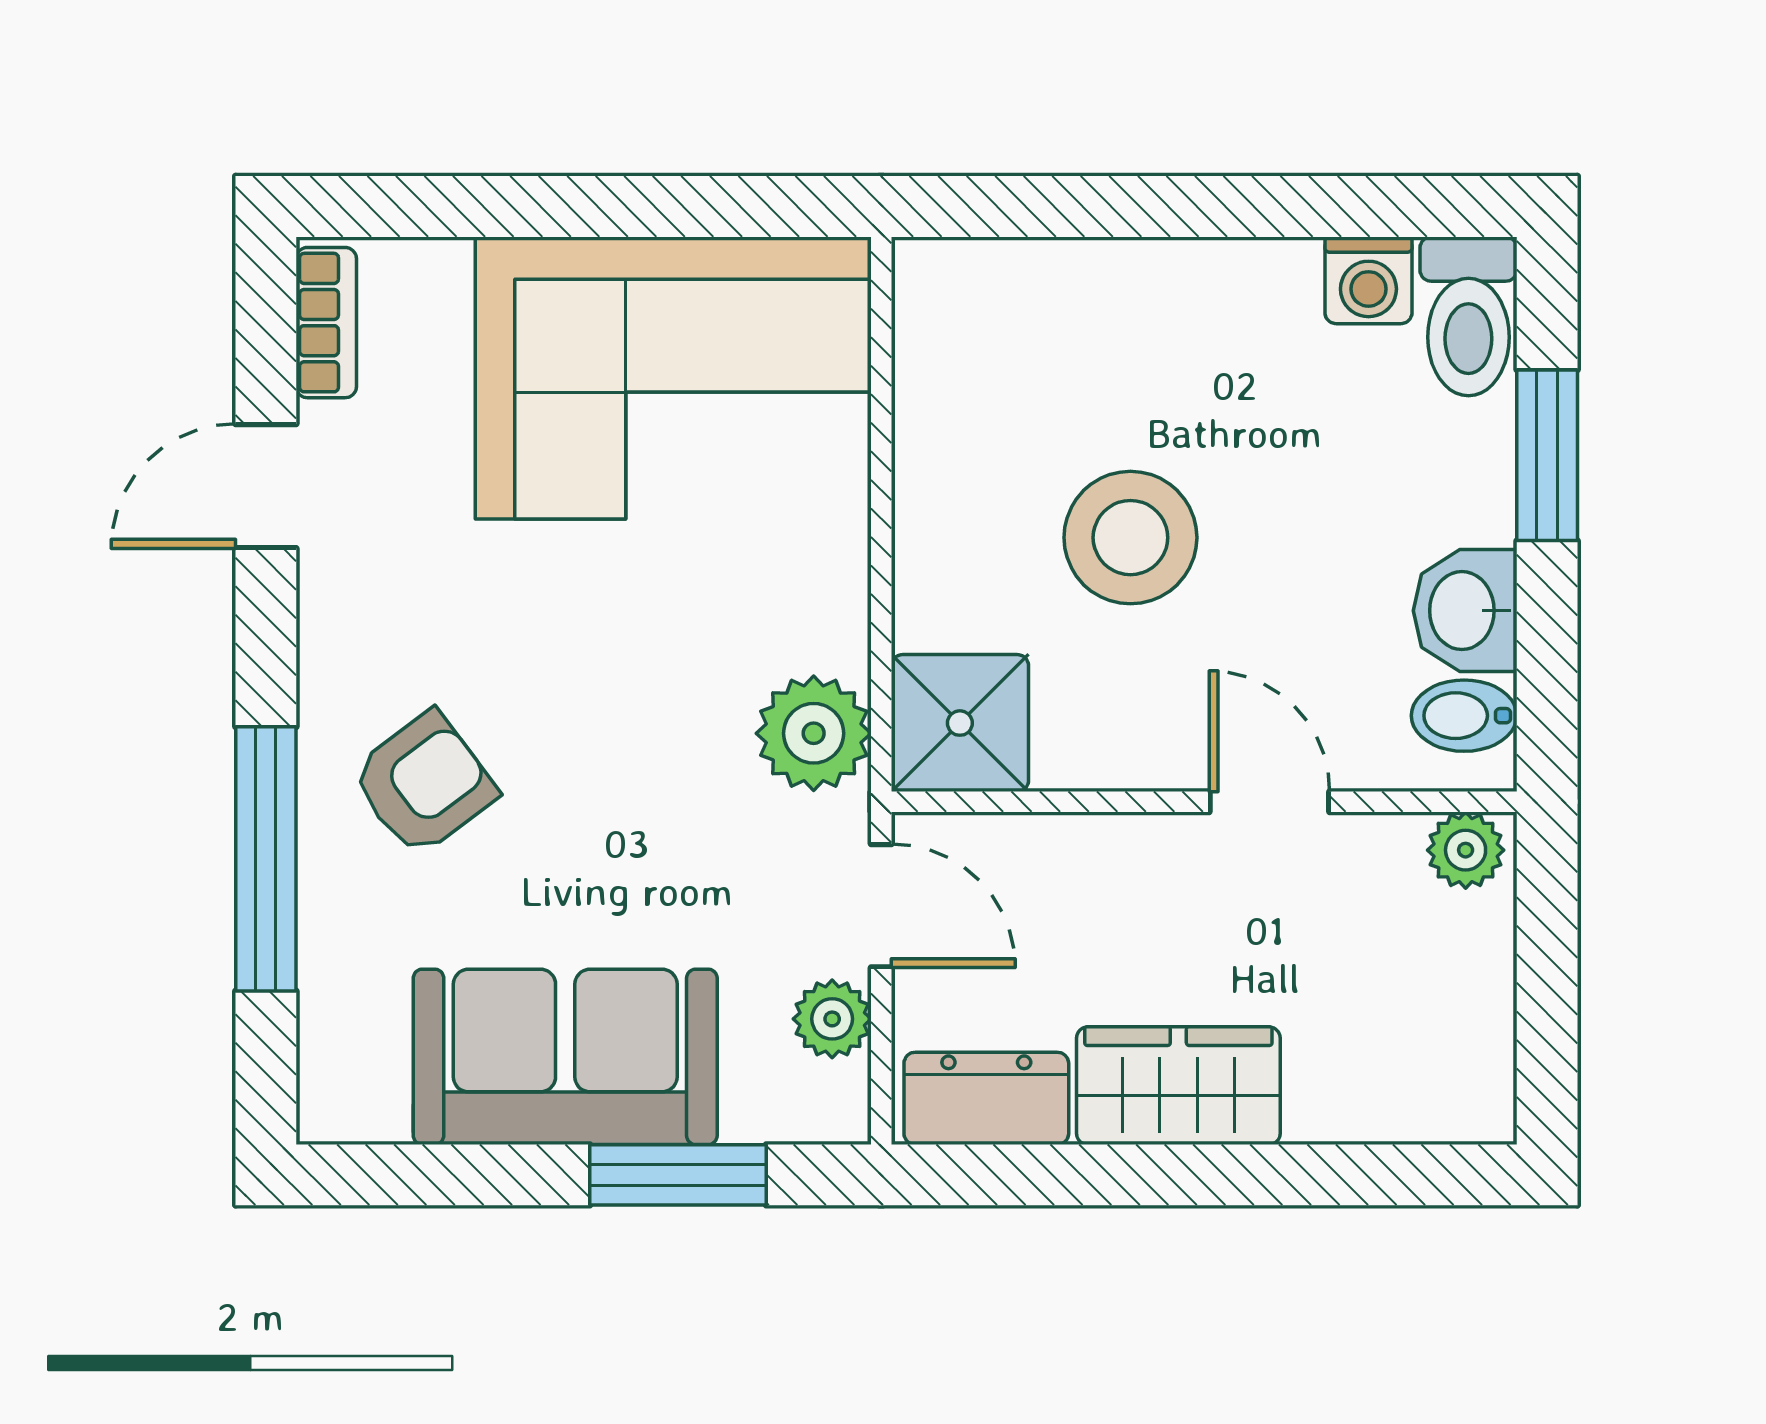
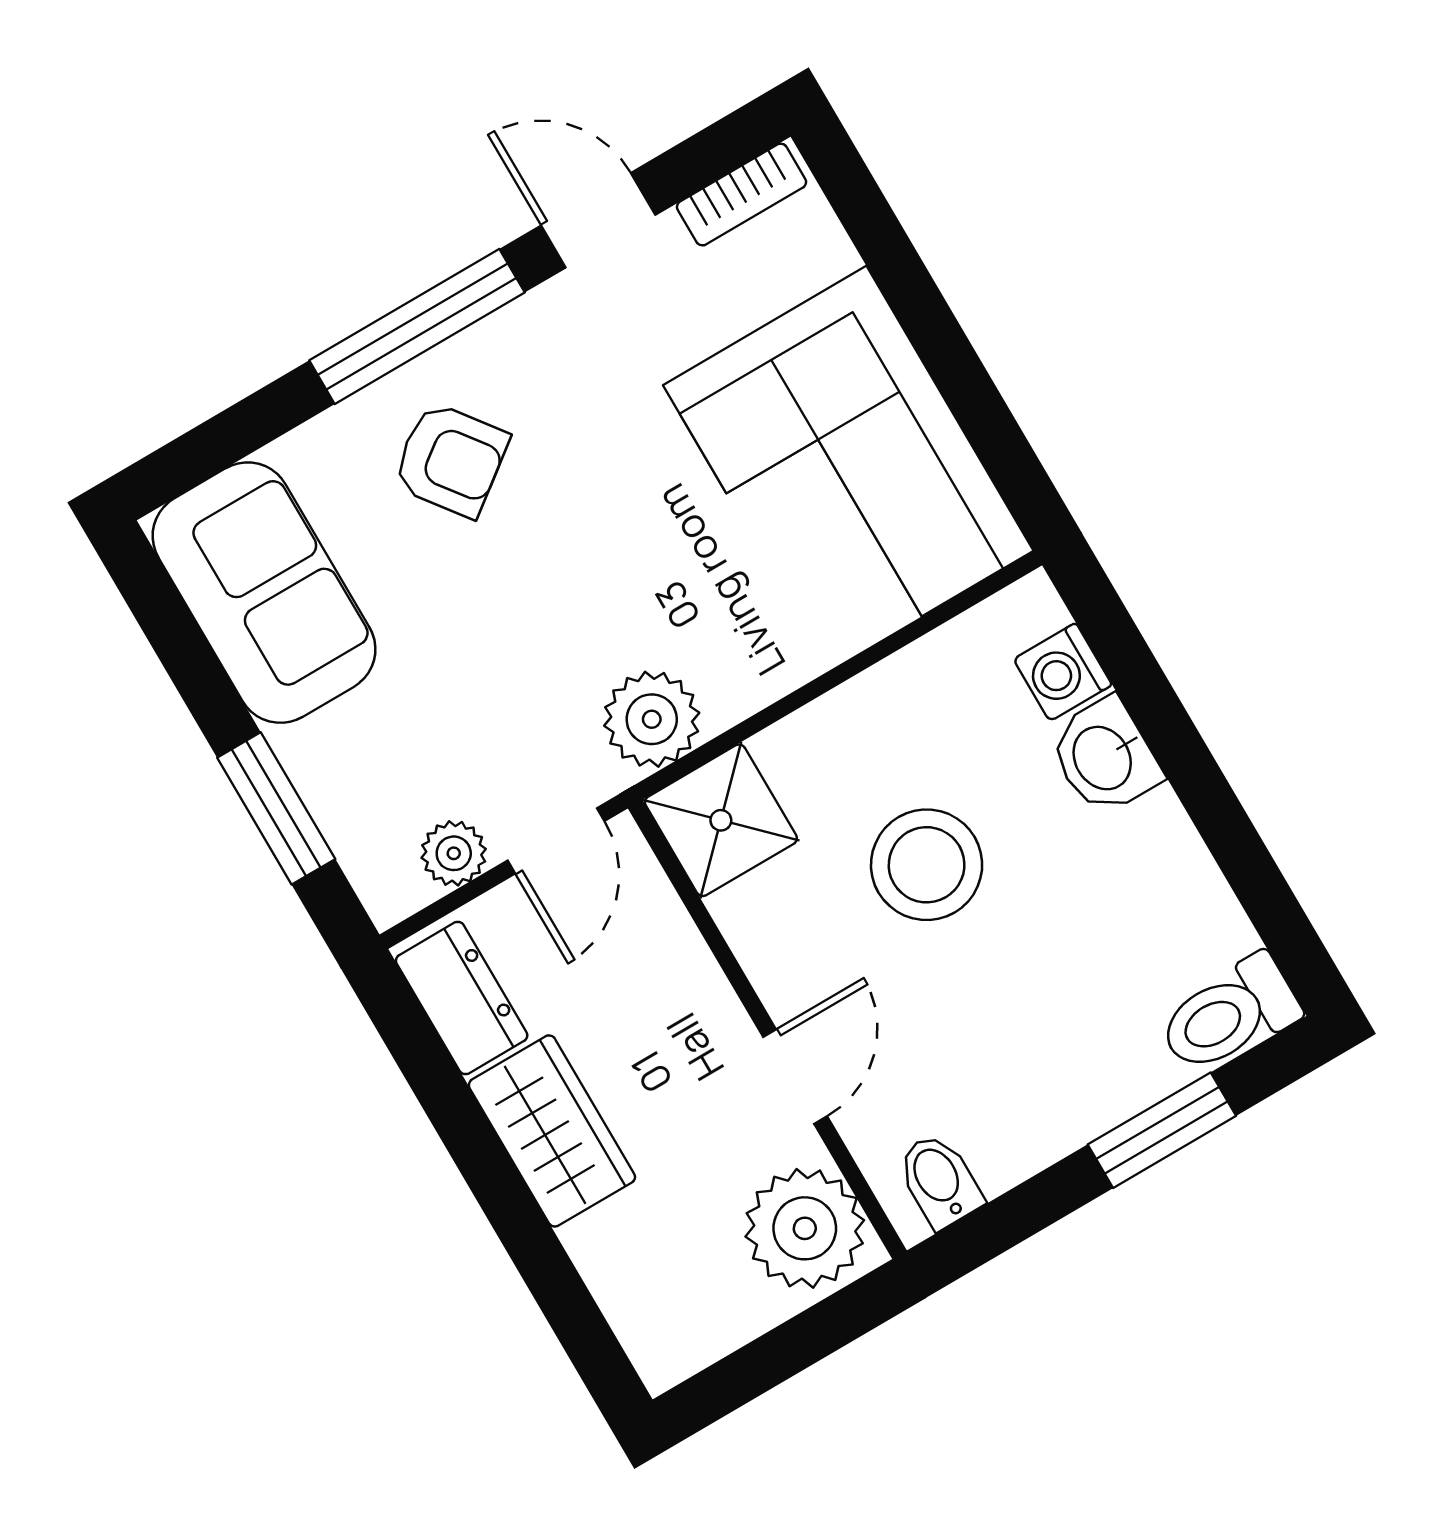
washing machine: (1368, 280) -> (1063, 672), moved
washbasin: (1465, 611) -> (1104, 757), moved, turned -90
plant: (1466, 850) -> (805, 1228), width x1.88, depth x1.88
window: (266, 859) -> (417, 326), moved
sofa: (565, 1057) -> (264, 593), moved

